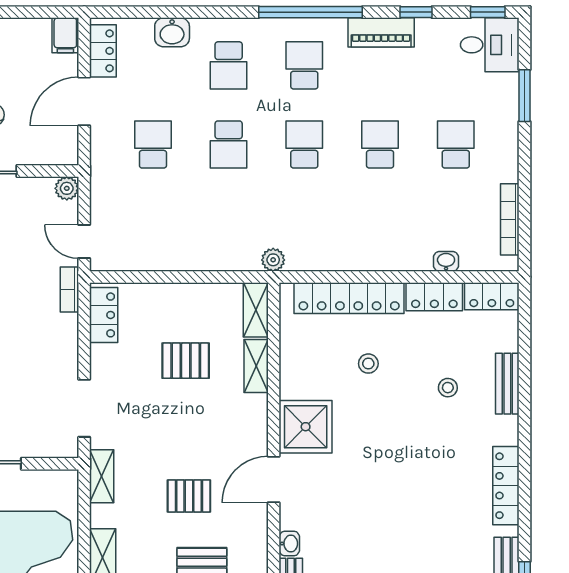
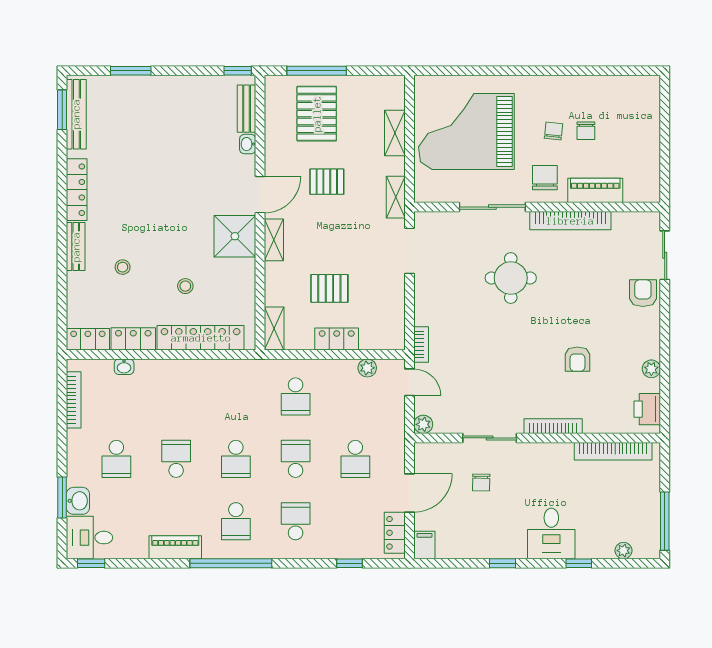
window: (416, 12) -> (350, 563), moved
washbasin: (172, 32) -> (78, 501), moved, turned 90
school desk: (380, 145) -> (176, 459), turned 180
school desk: (229, 224) -> (296, 396), added
plant: (273, 260) -> (367, 368), moved
locker: (104, 315) -> (337, 339), moved, turned 90
shelving: (256, 366) -> (274, 240), moved
bench: (507, 384) -> (76, 247), moved

